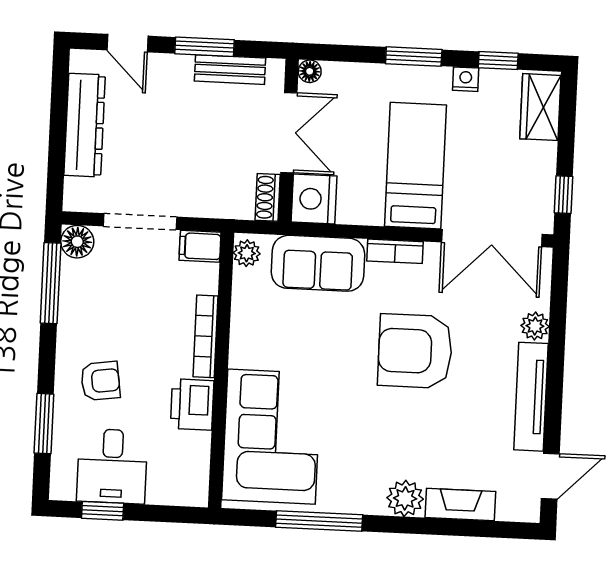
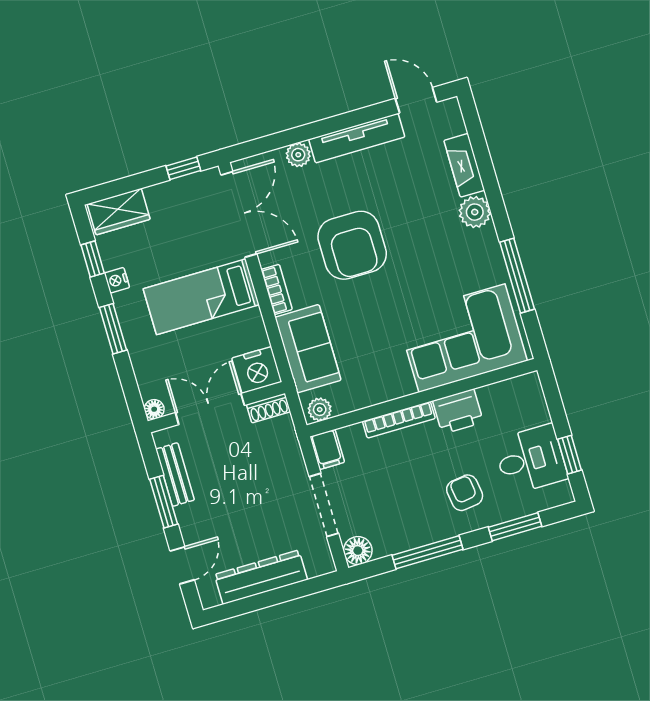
window: (51, 283) -> (427, 552), moved

